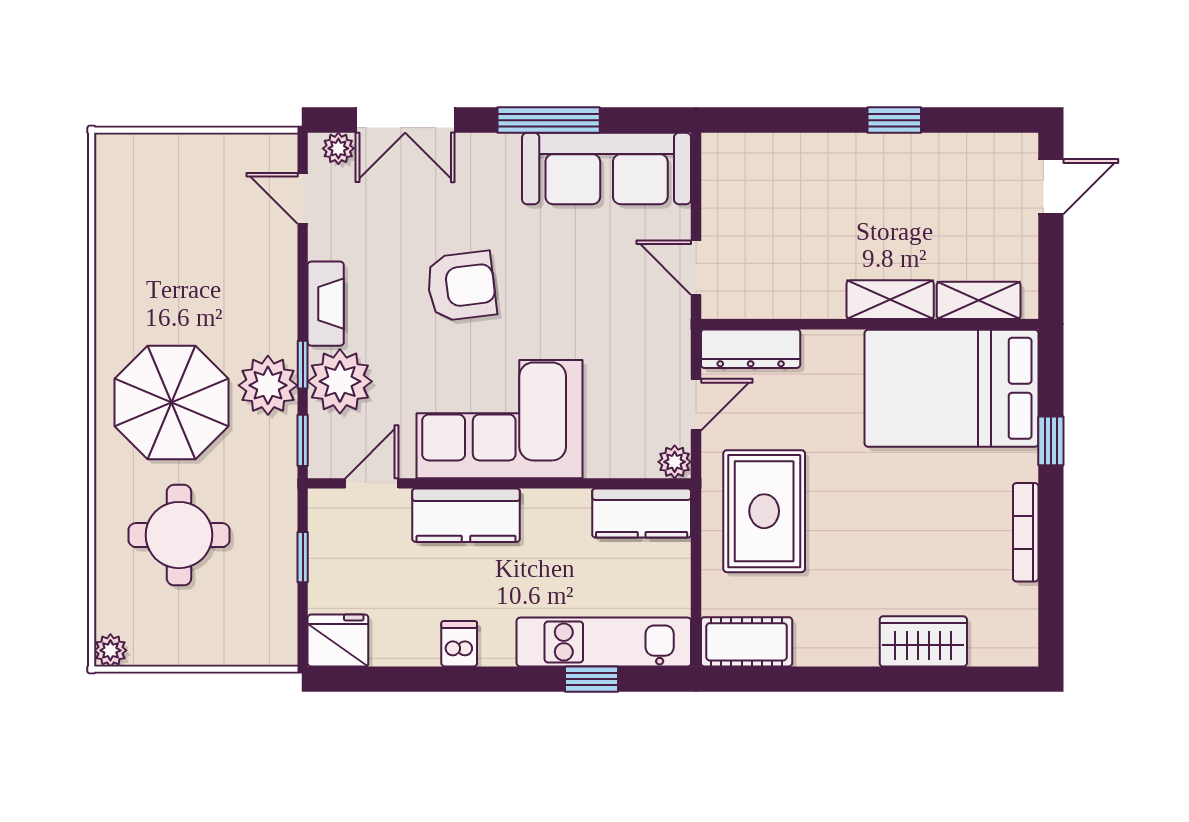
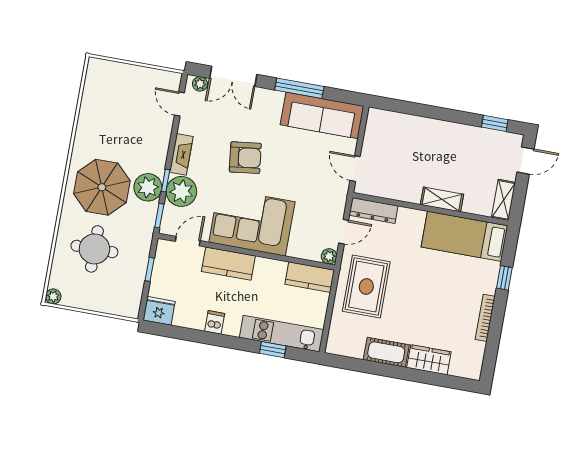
window: (894, 120) -> (495, 123), moved
shelving: (979, 300) -> (503, 200), moved, turned 90
bed: (951, 388) -> (465, 236), width x0.67
cot: (747, 642) -> (386, 352), moved

